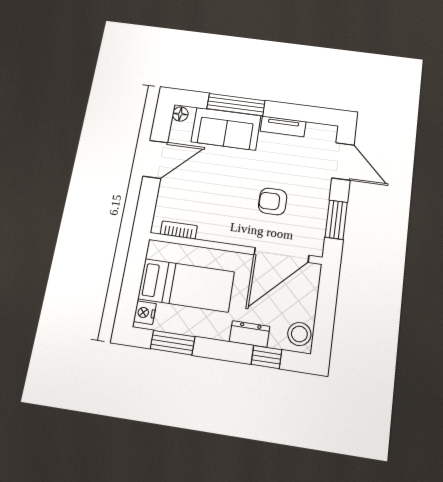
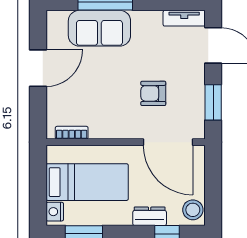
floor lamp: (180, 114) -> (54, 19), removed
tv unit: (283, 126) -> (184, 18), moved
door: (281, 255) -> (168, 142), hinge flipped

